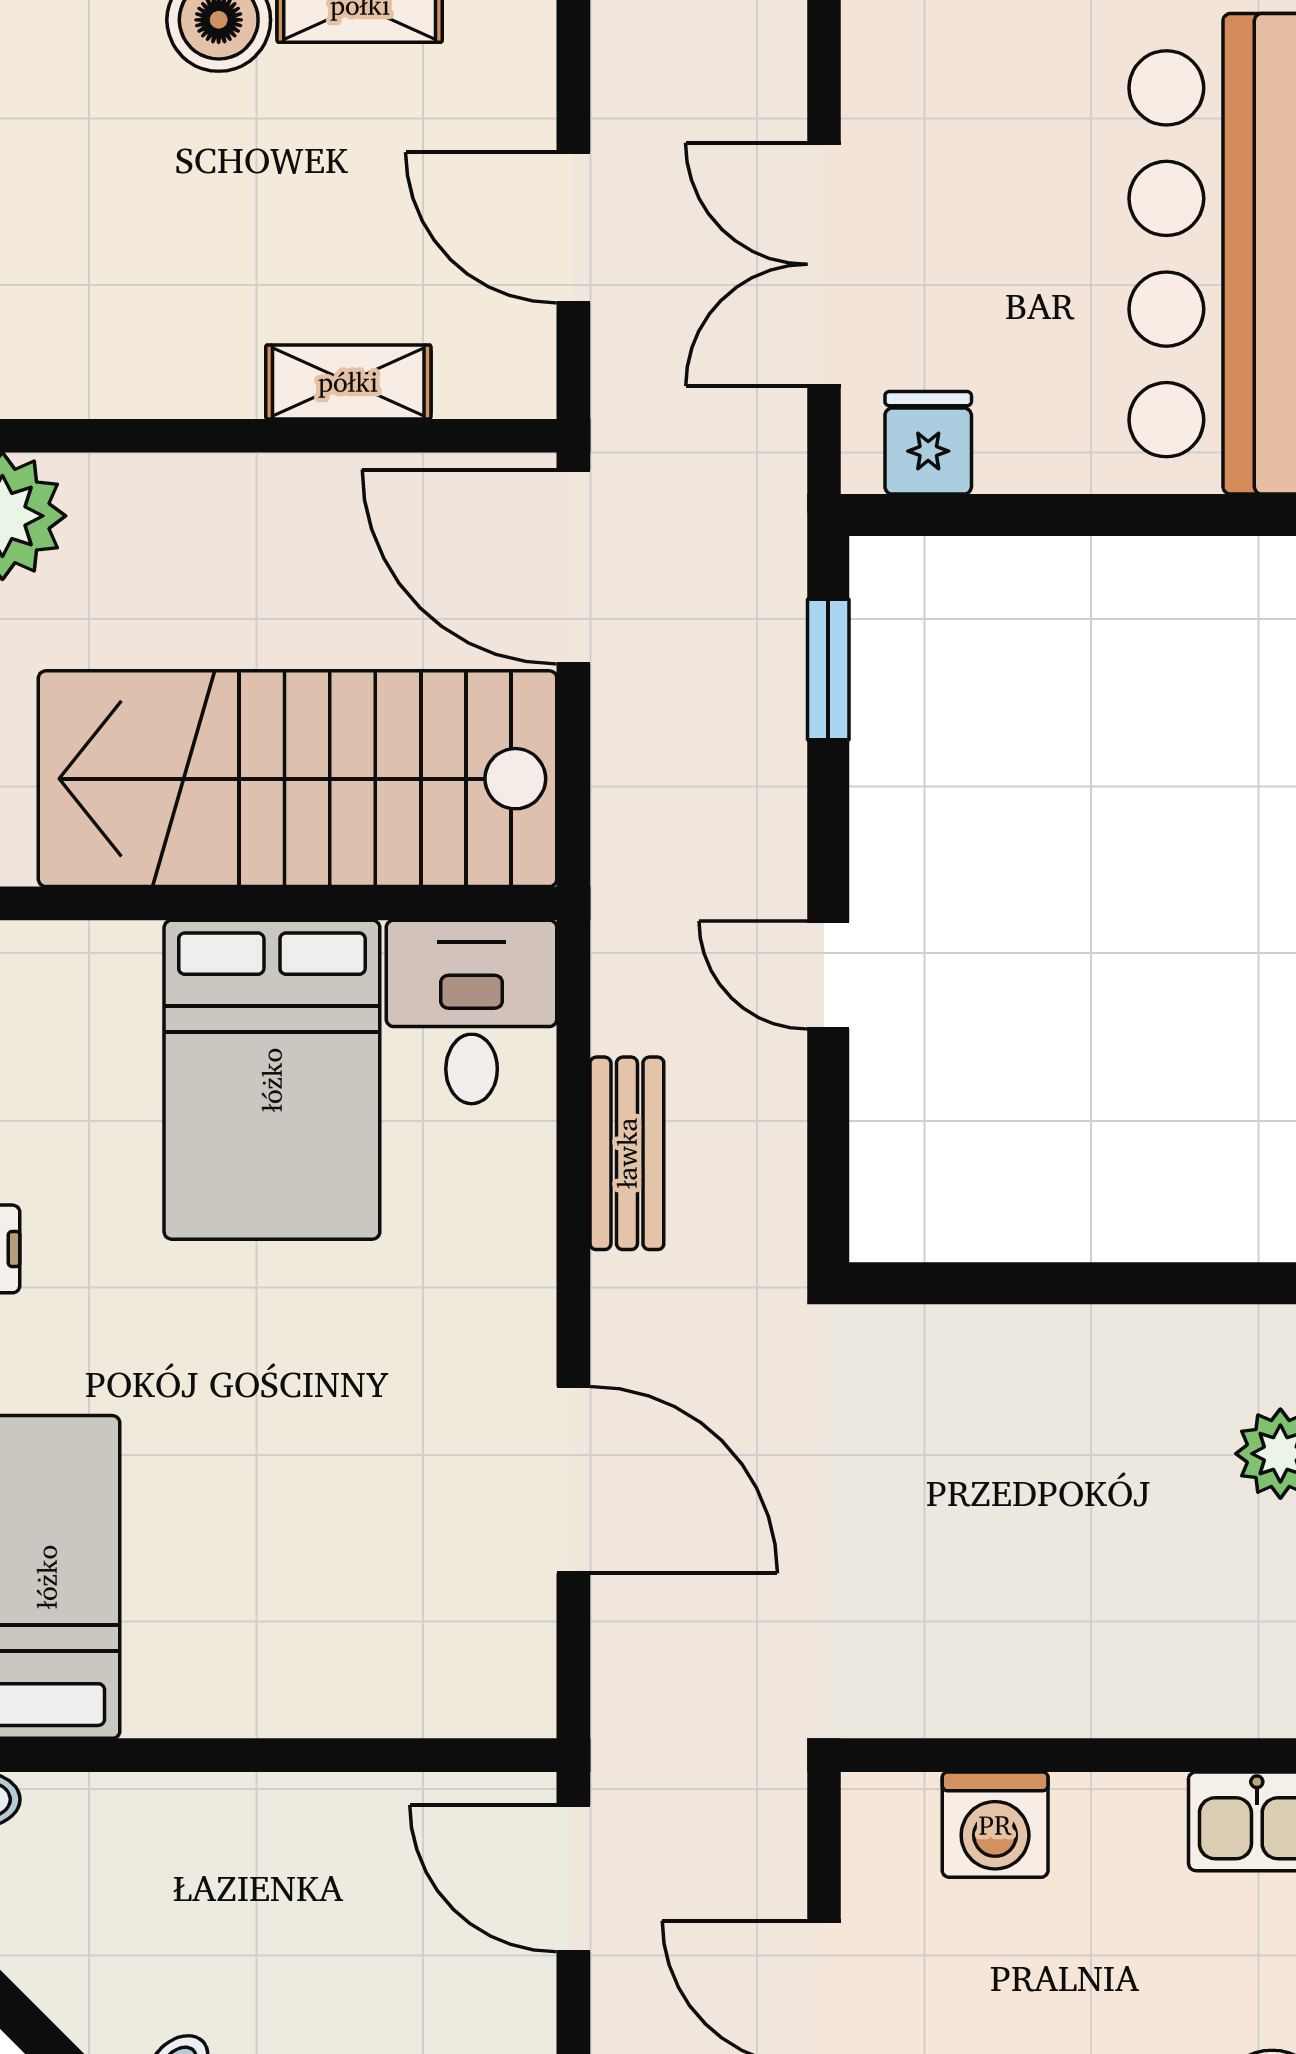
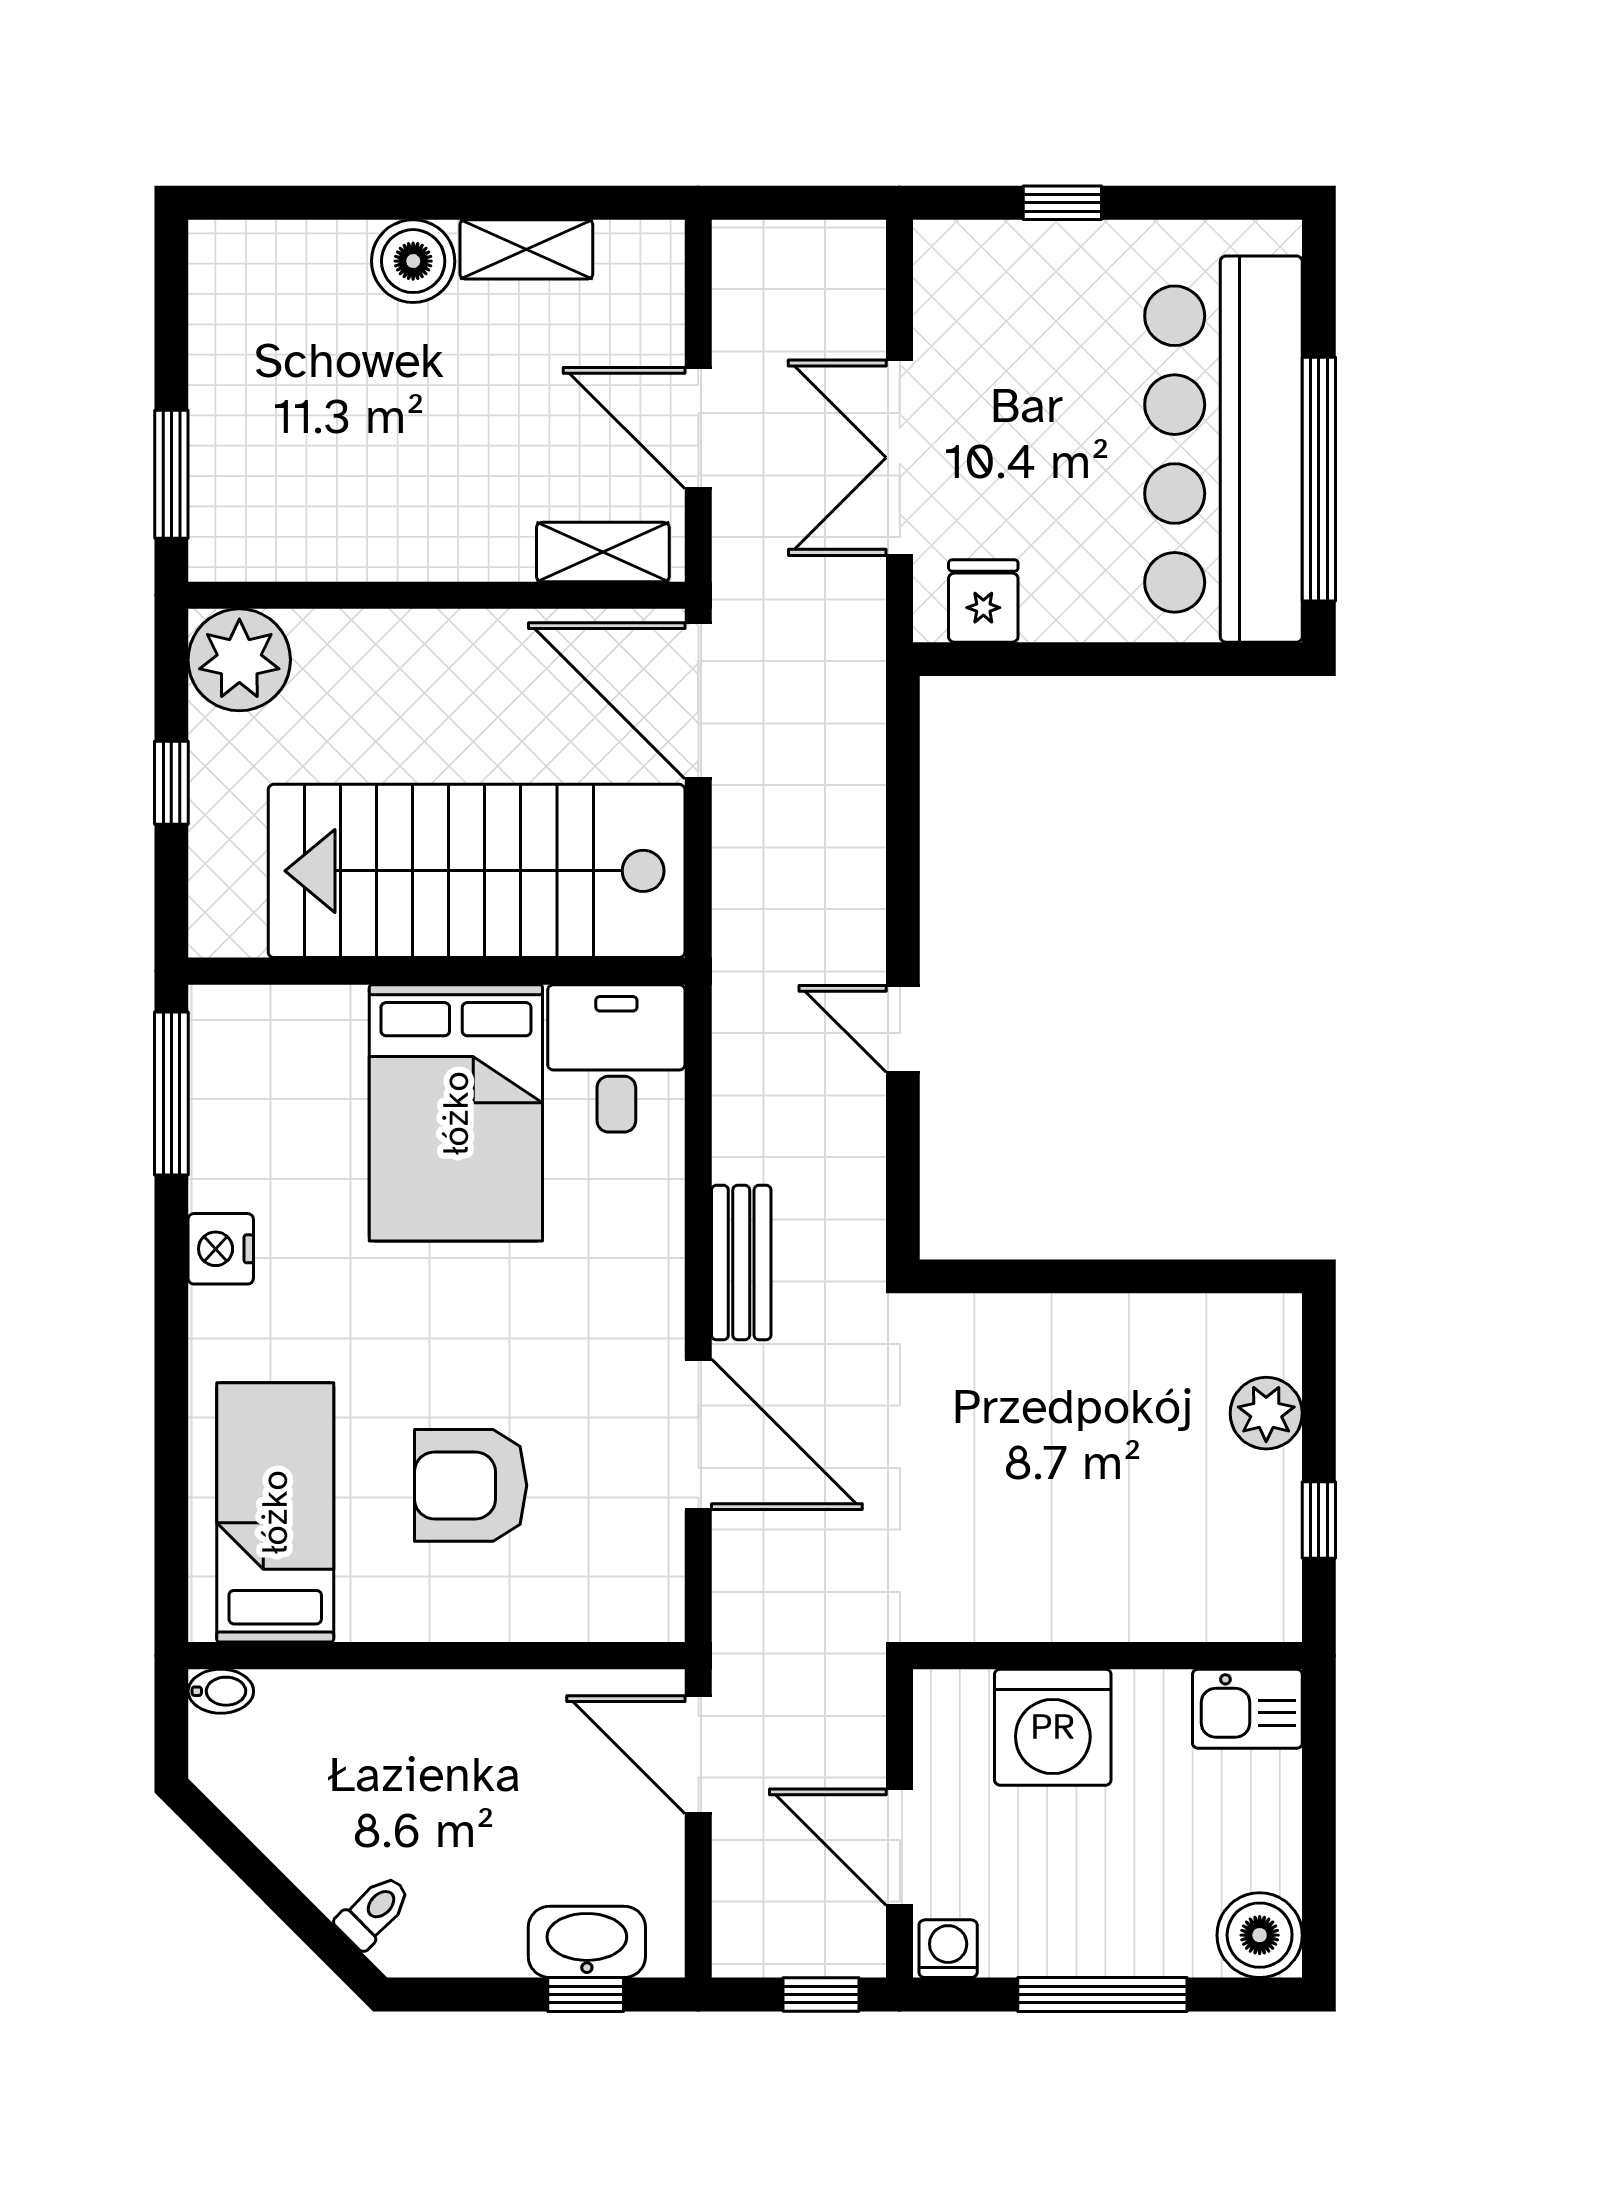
shelving: (348, 382) -> (603, 552), moved
window: (828, 670) -> (903, 783), removed
bench: (627, 1153) -> (741, 1263), moved
armchair: (290, 1543) -> (471, 1485), added
washing machine: (995, 1825) -> (1053, 1727), width x1.37, depth x1.37

